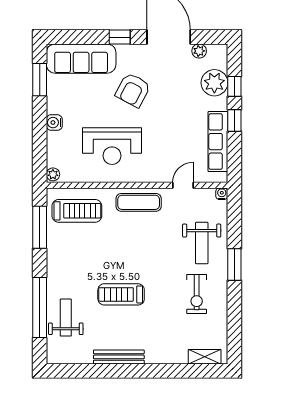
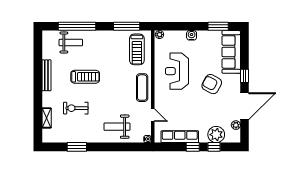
window: (234, 265) -> (77, 147), moved
treadmill: (121, 294) -> (85, 77), turned 90
exercise bike: (197, 294) -> (76, 108), moved
shelving: (205, 357) -> (47, 118), moved

